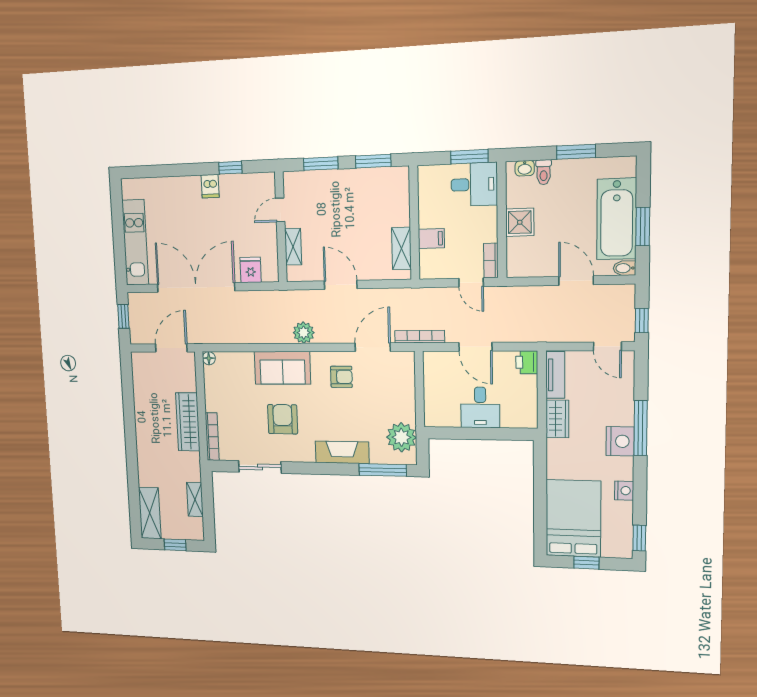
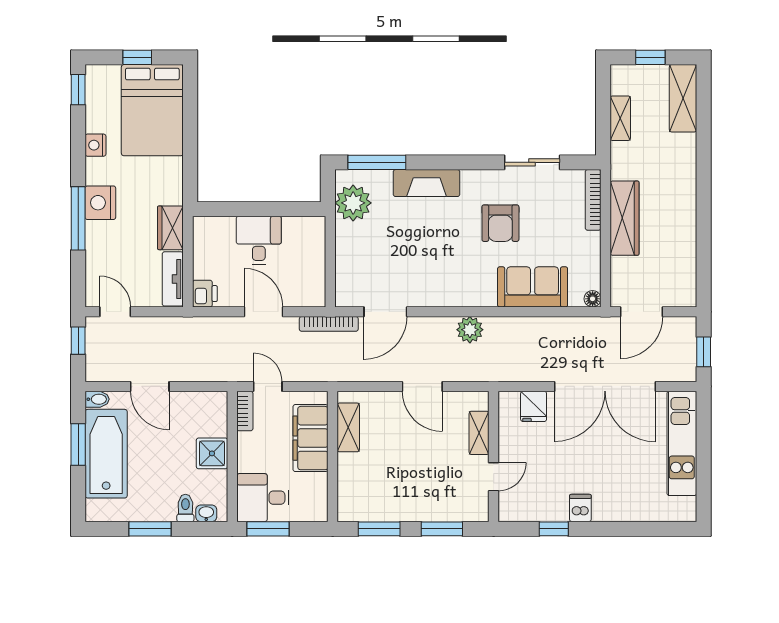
filing cabinet: (431, 238) -> (310, 438), width x3.00, depth x1.17
sofa: (282, 368) -> (533, 287), moved
armchair: (341, 377) -> (425, 276), removed

